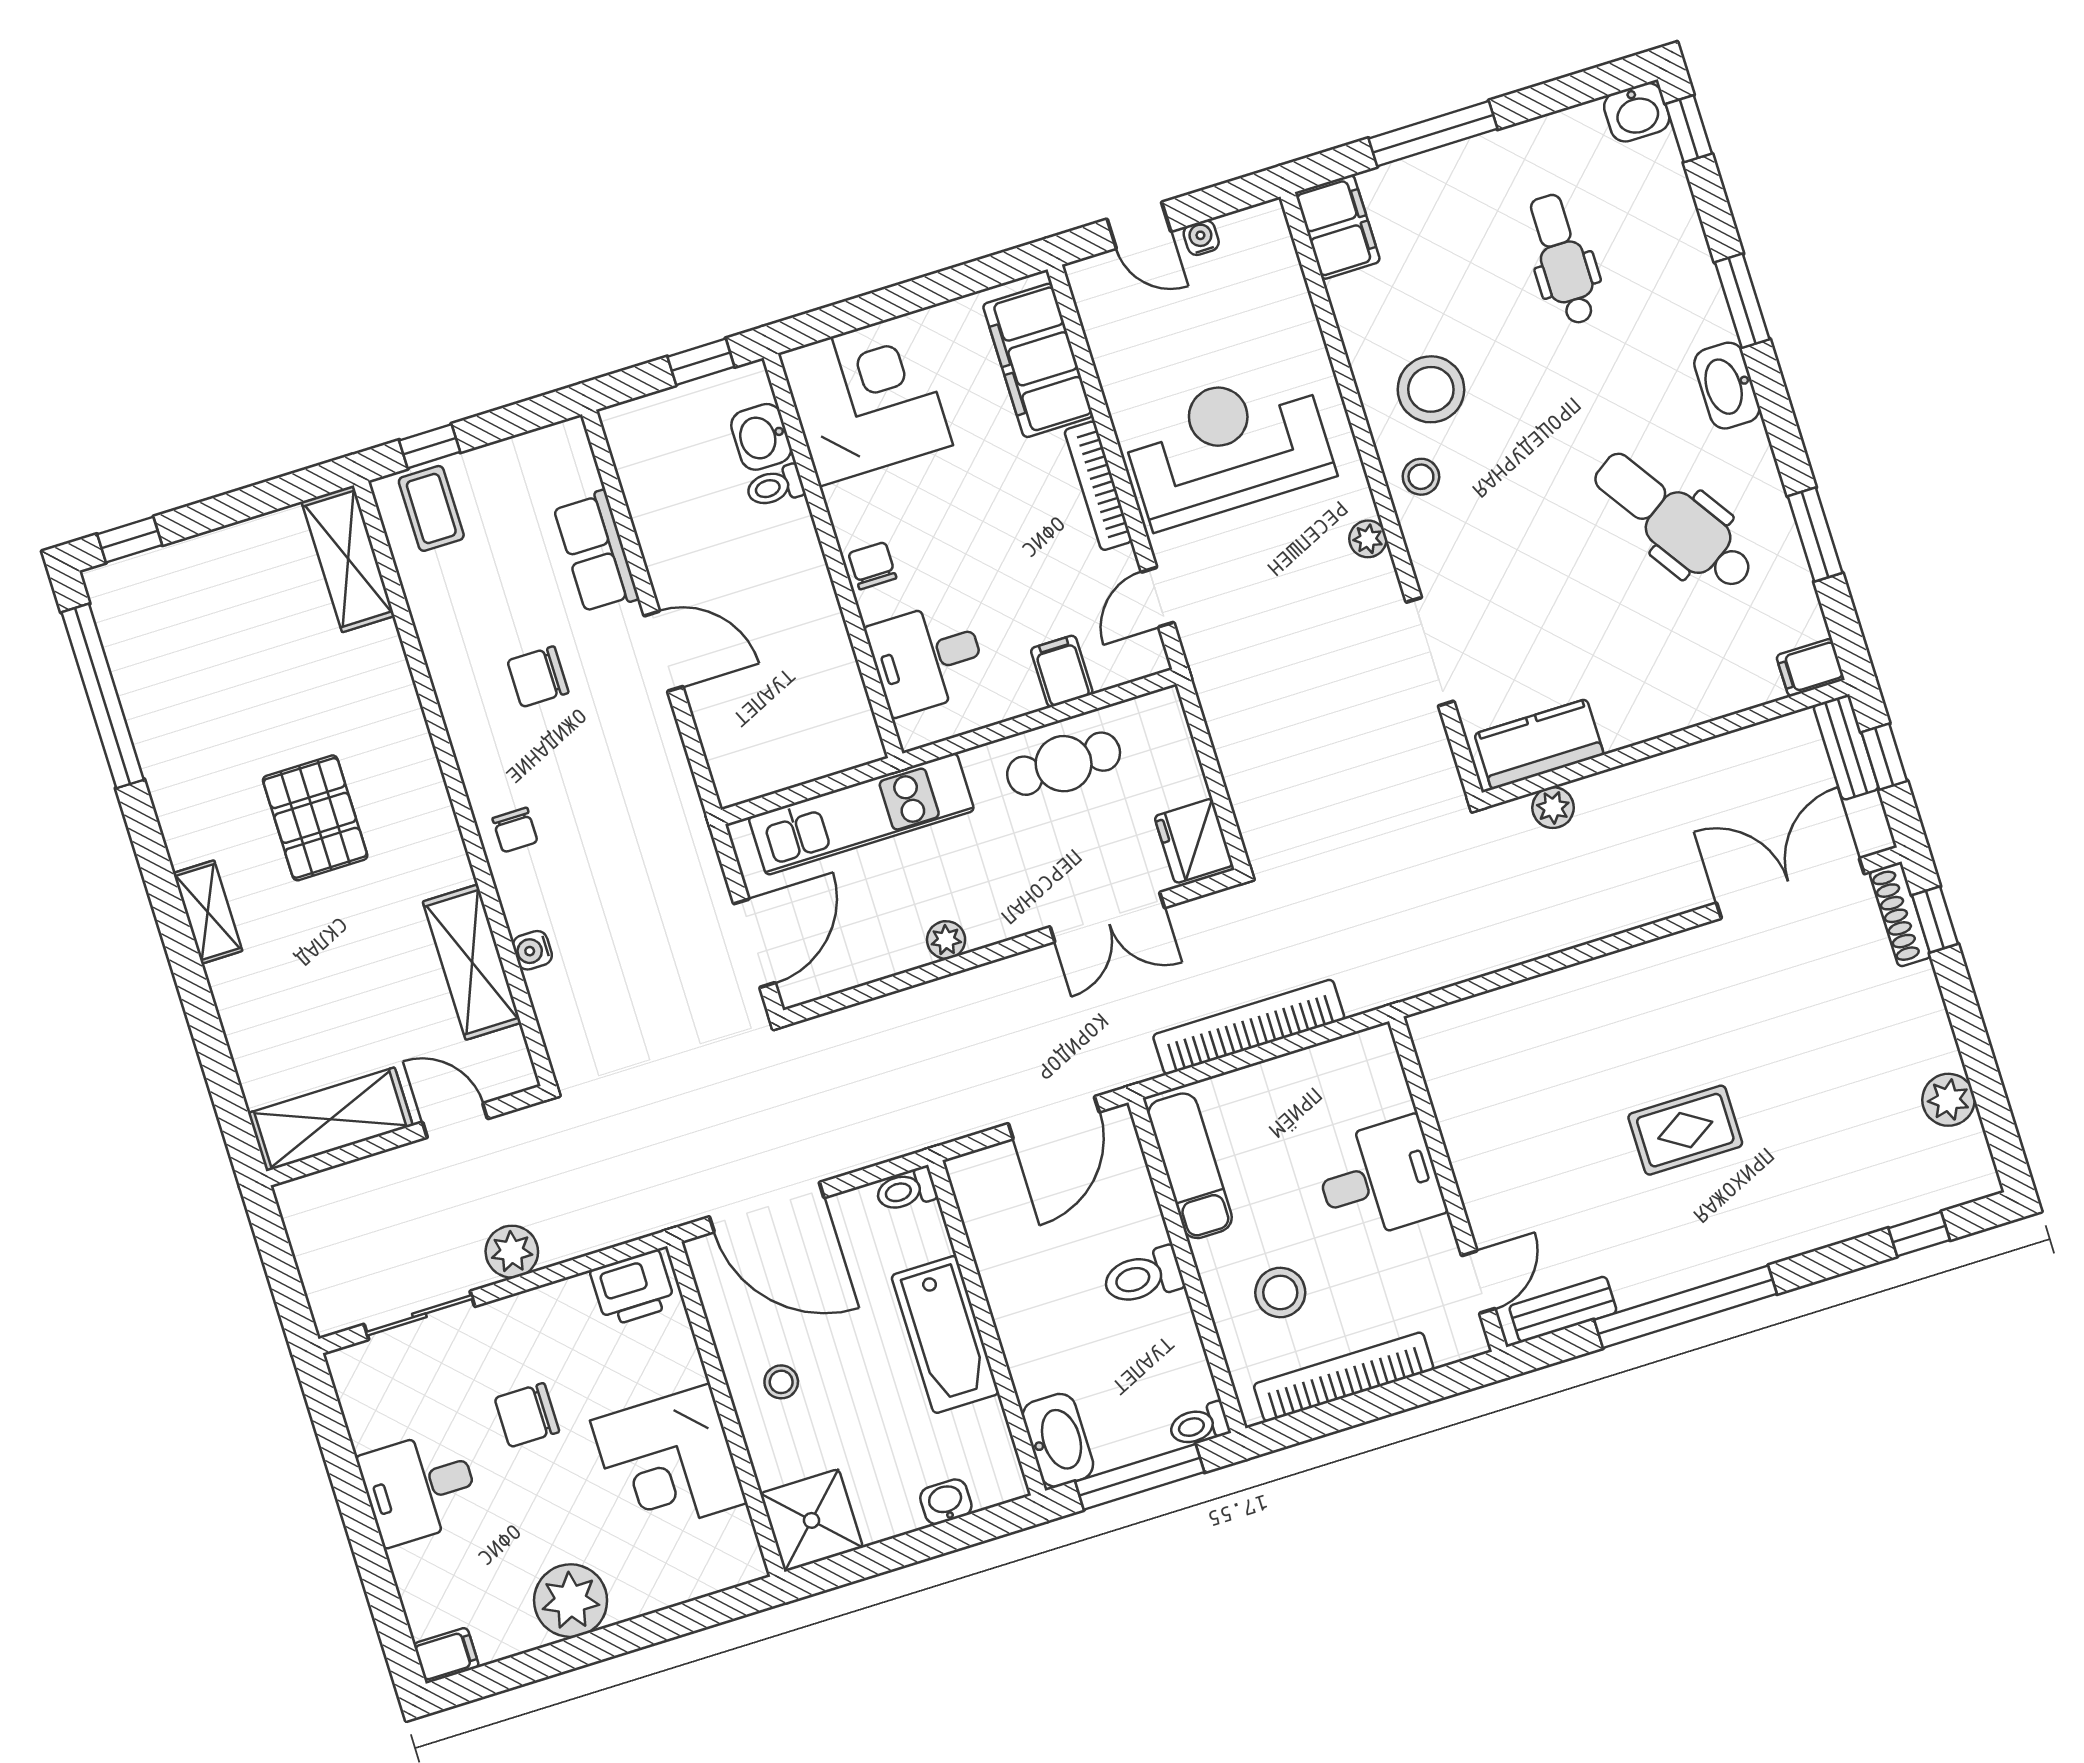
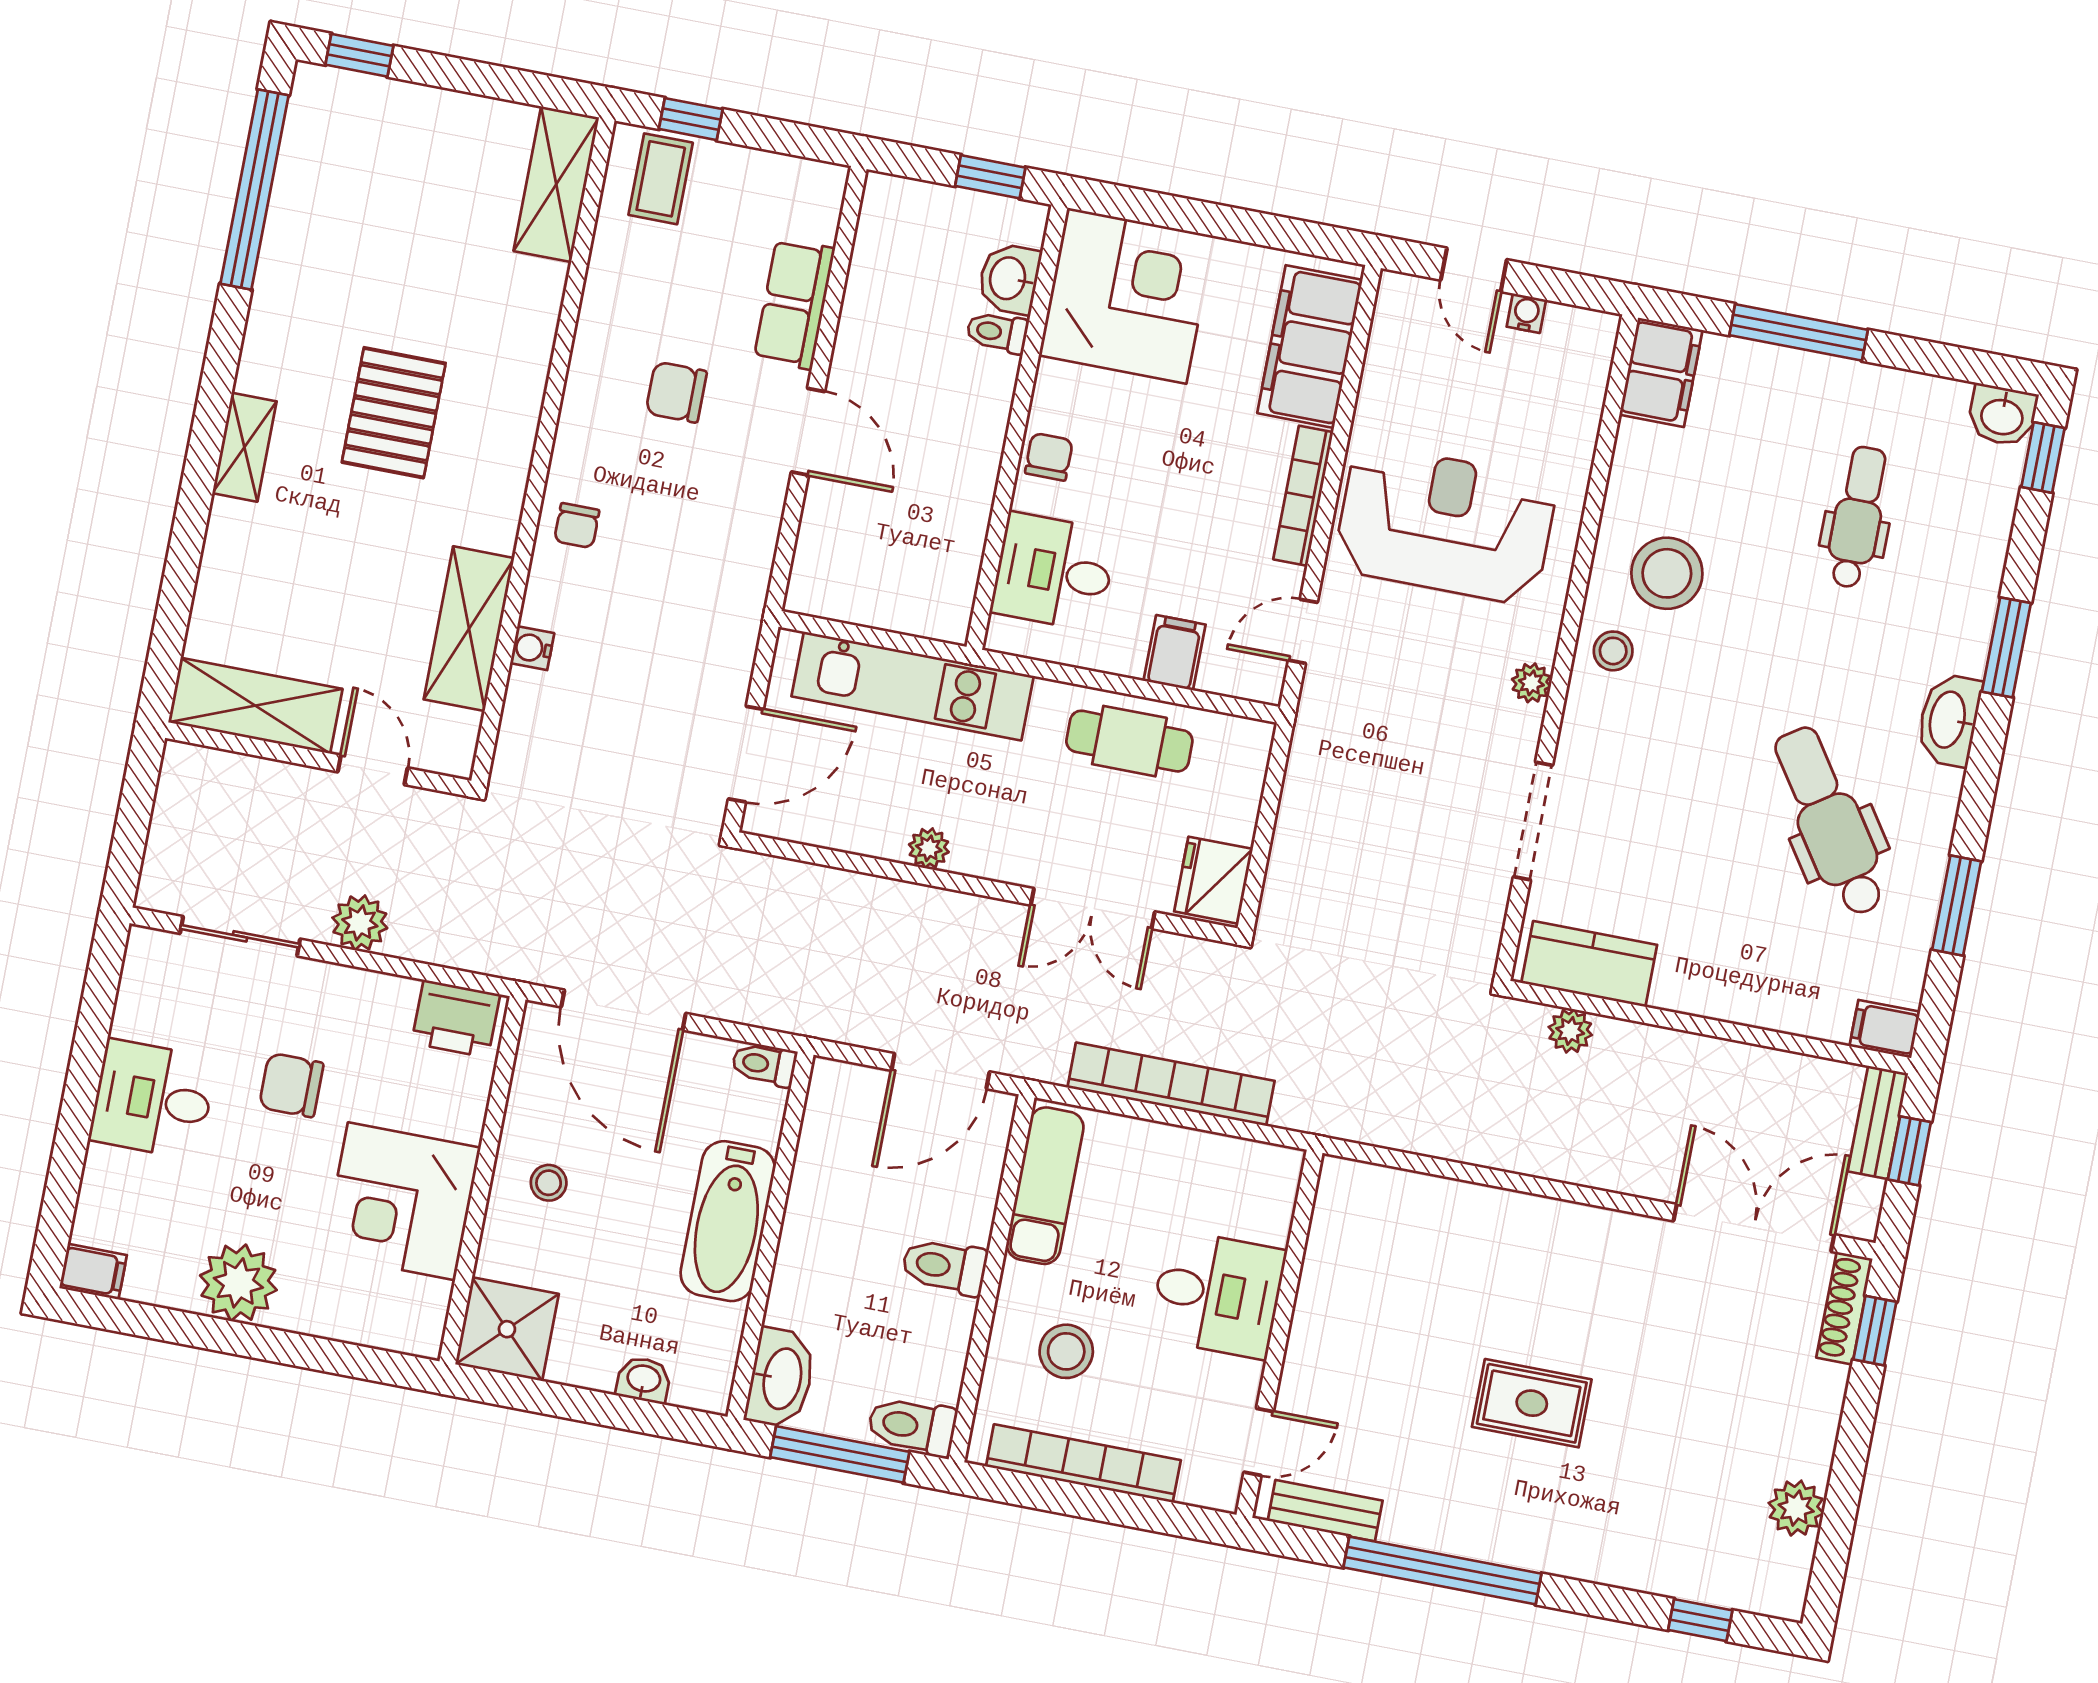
toilet: (1199, 1425) -> (912, 1426), width x1.37, depth x1.39

